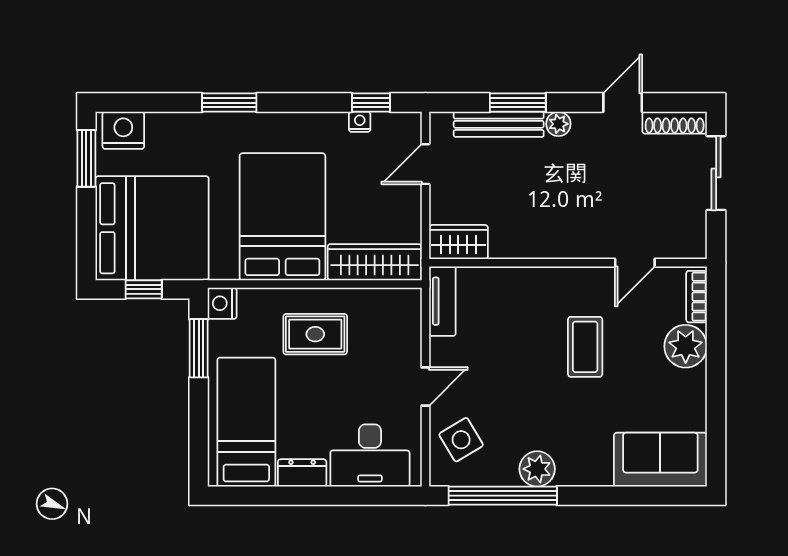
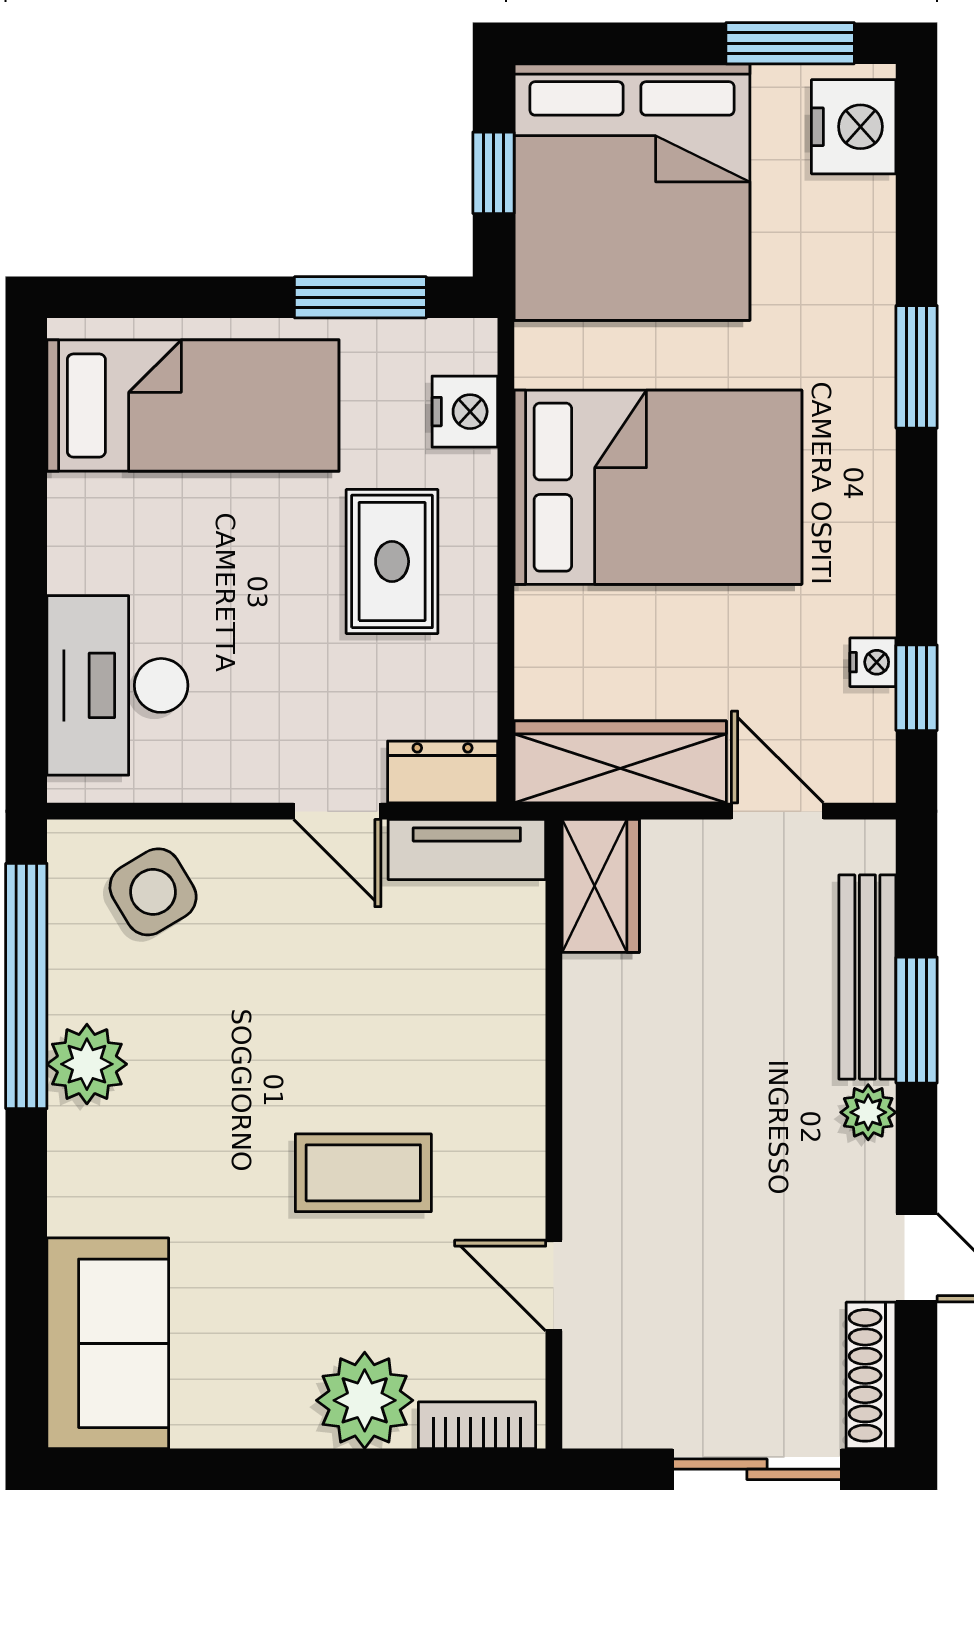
wardrobe: (375, 262) -> (620, 762), moved, turned -90
nightstand: (222, 303) -> (465, 412), moved, turned 90
door: (425, 387) -> (337, 811), moved
dresser: (302, 473) -> (443, 772), moved, turned -90

